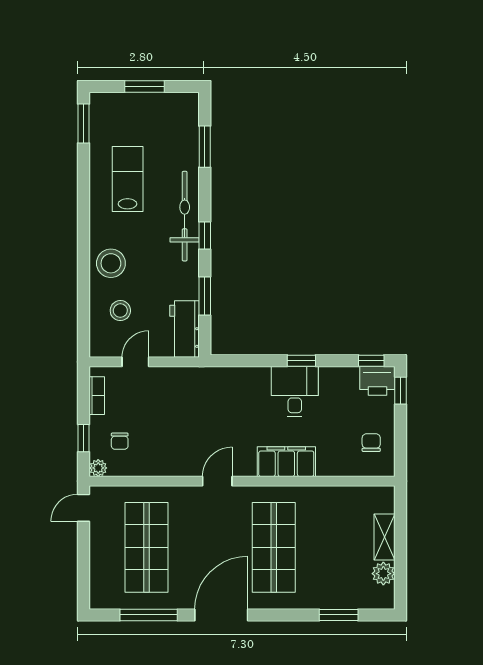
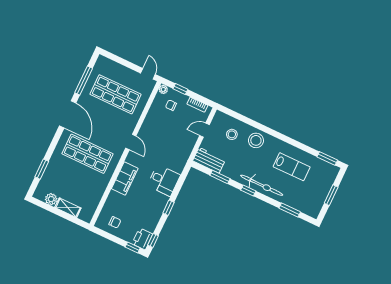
door: (135, 362) -> (205, 130), swing flipped
desk: (295, 392) -> (164, 180), moved

